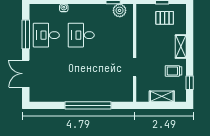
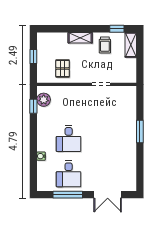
pallet: (165, 18) -> (63, 68), moved
shelving: (162, 96) -> (131, 45), moved
window: (88, 105) -> (140, 132), width x0.47

